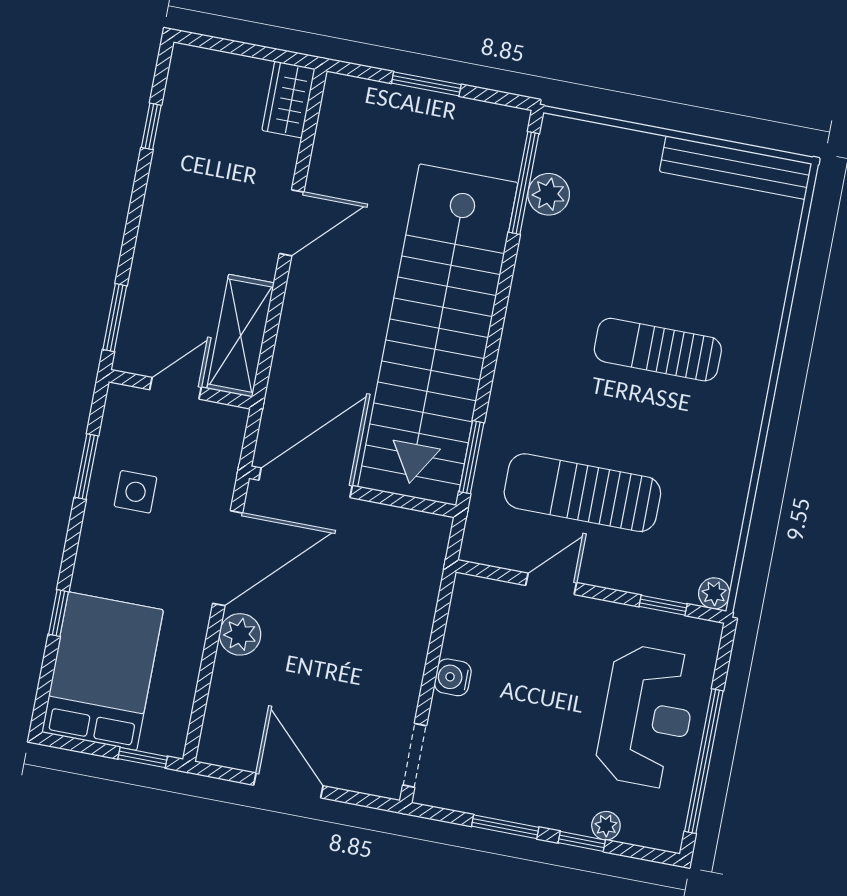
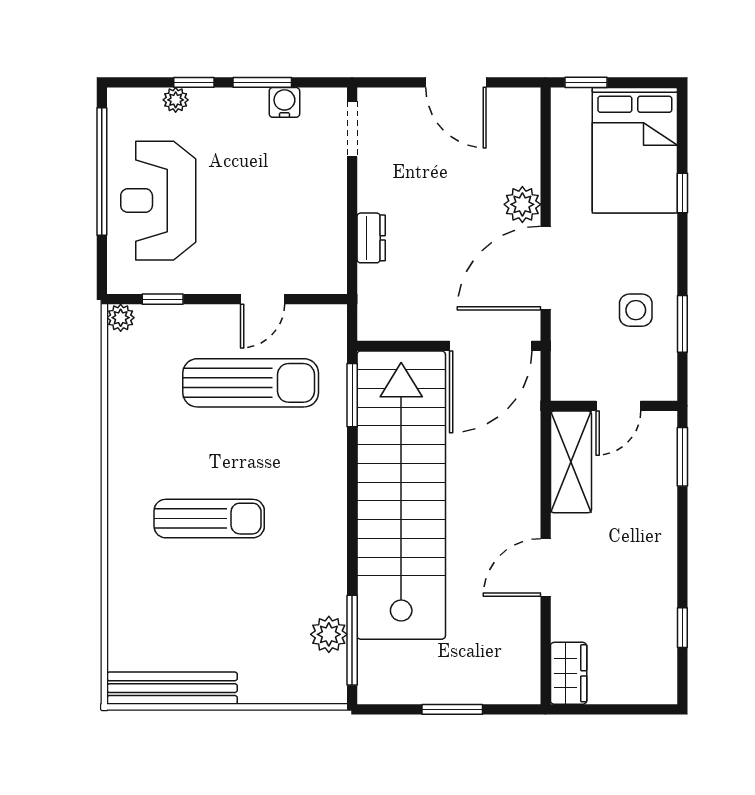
dresser: (416, 629) -> (371, 238), added
water cooler: (453, 677) -> (284, 102), moved, turned -90

